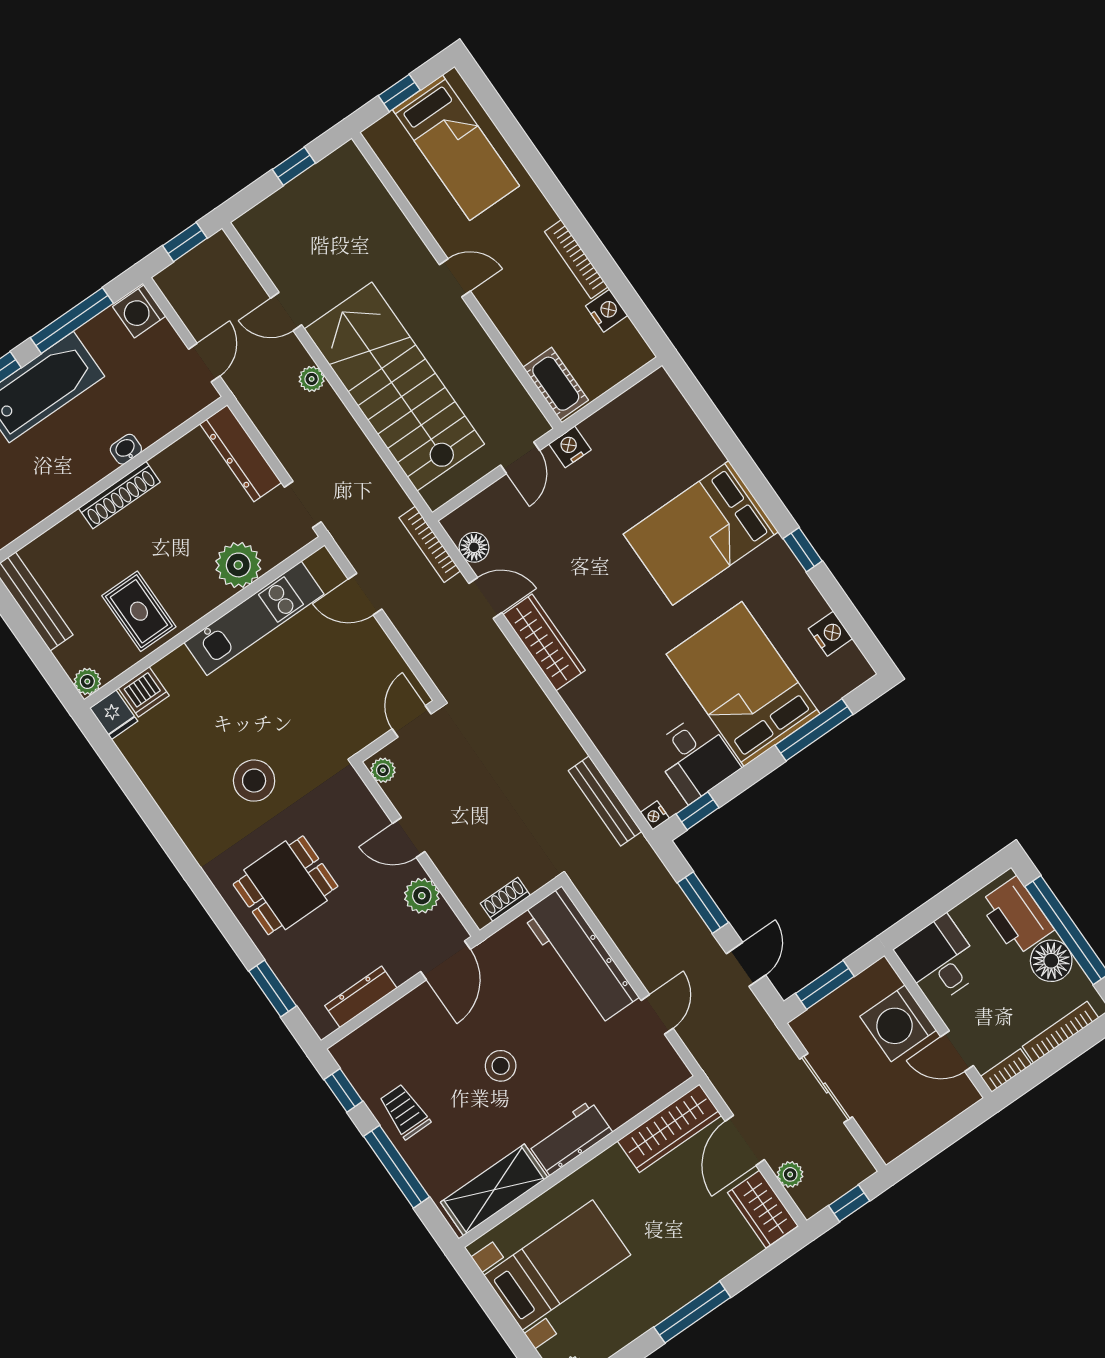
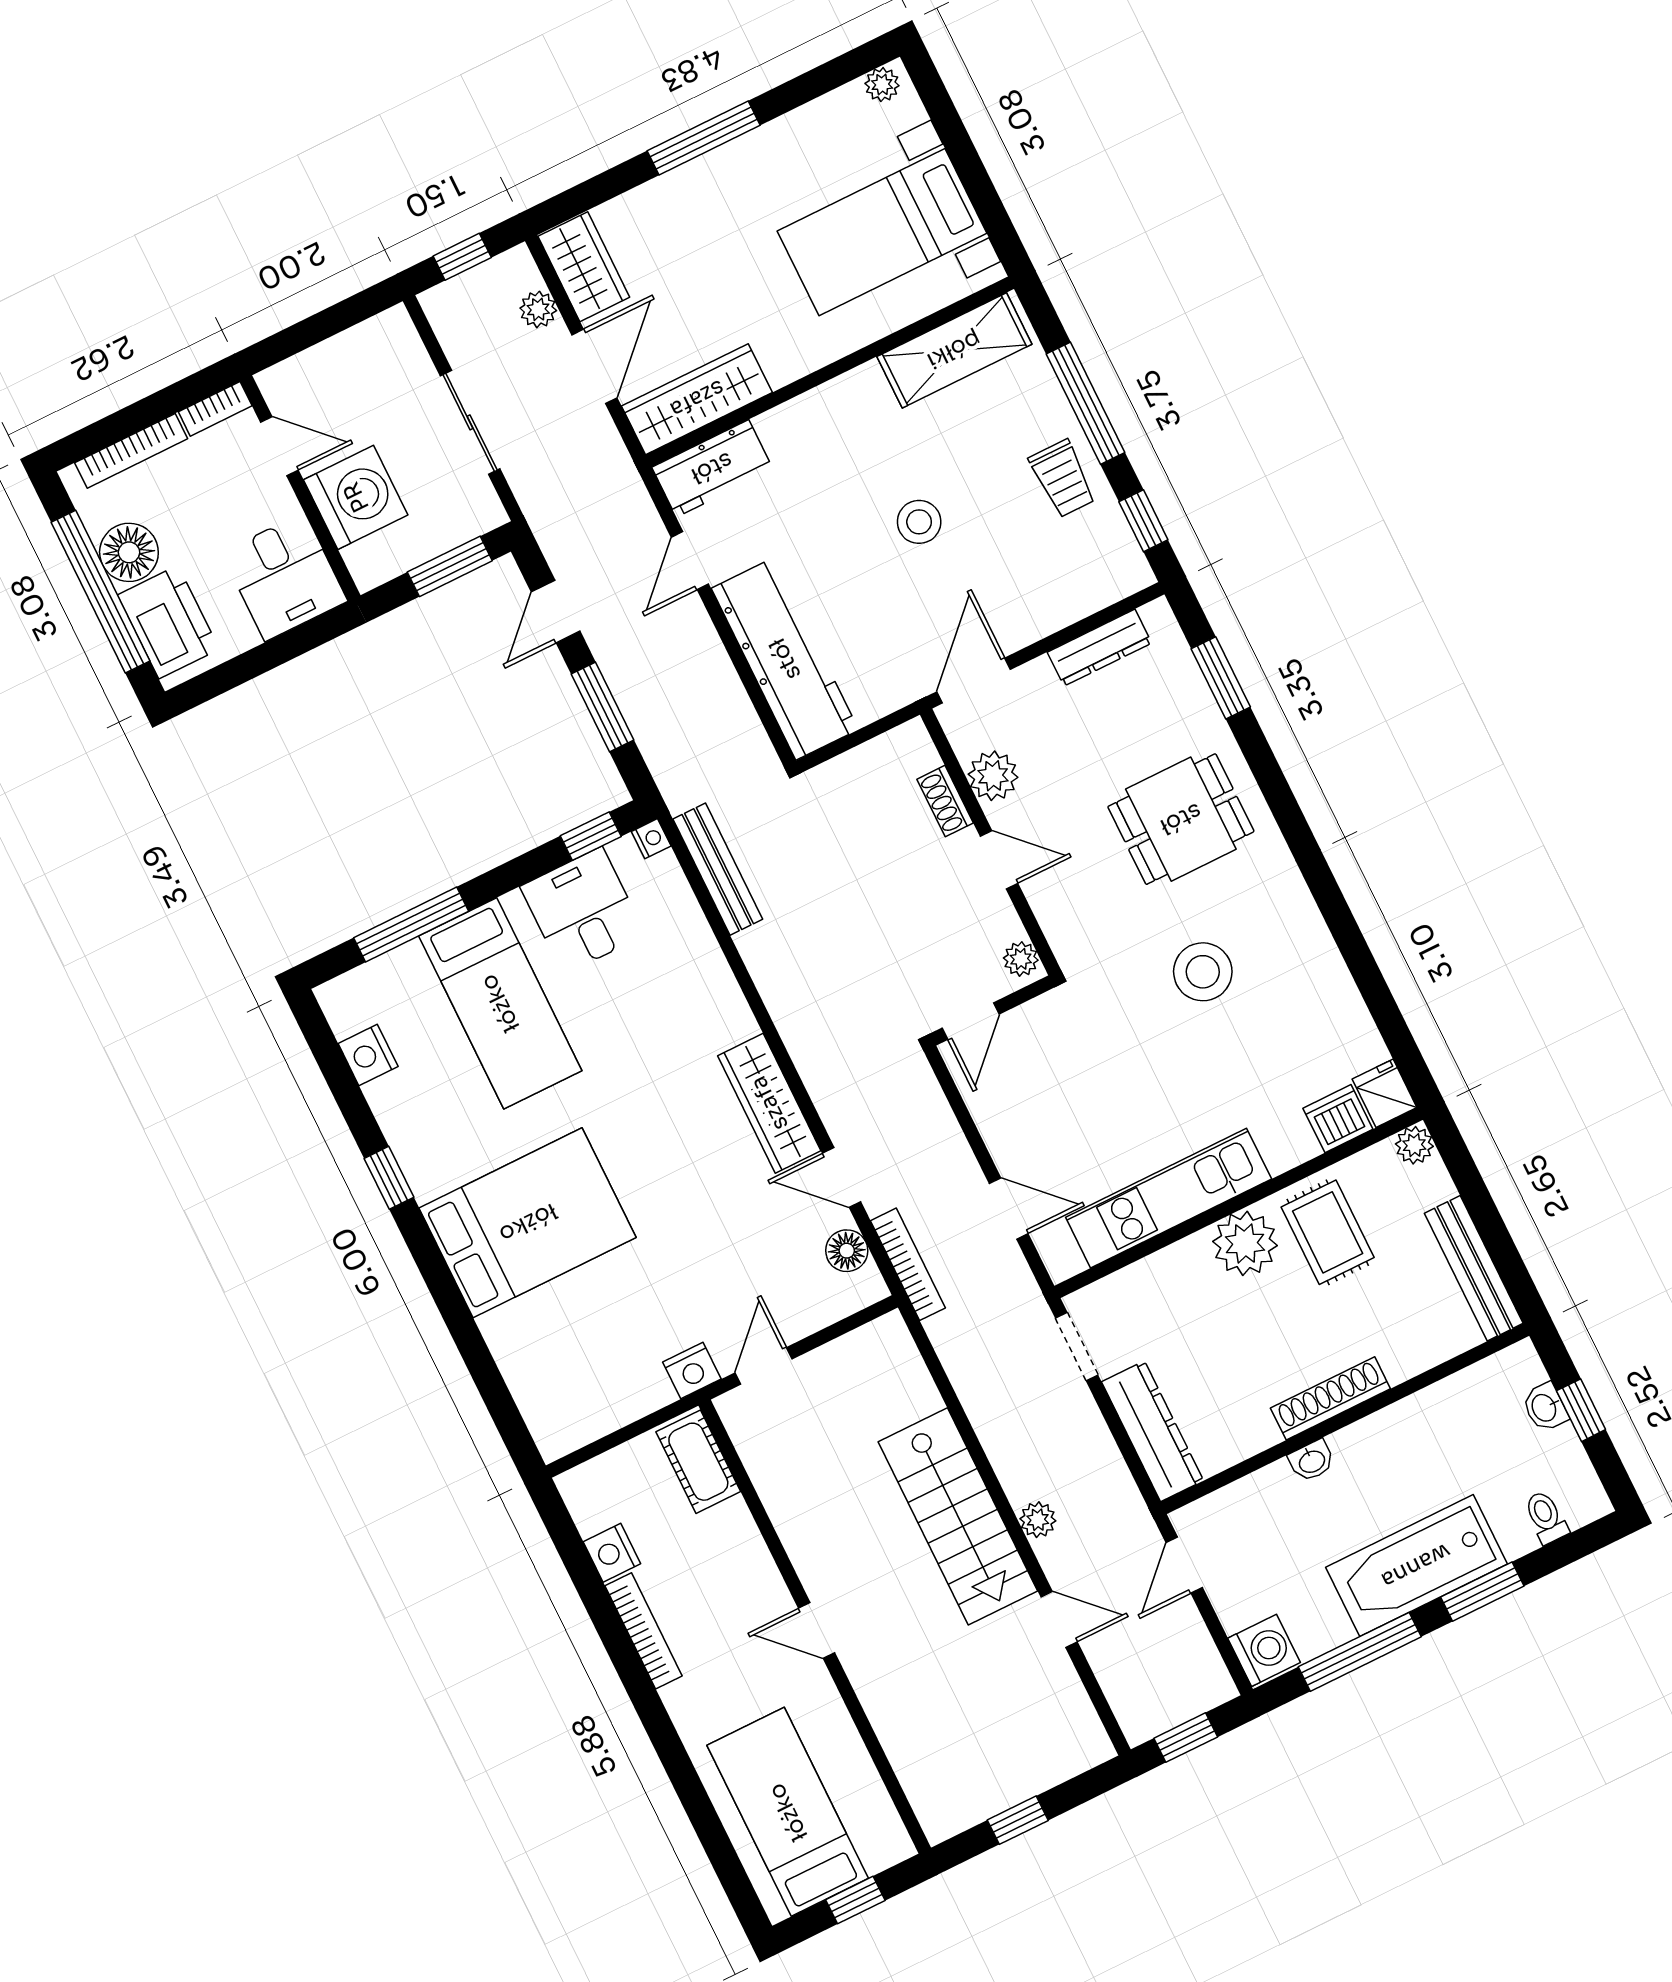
stairs: (394, 387) -> (958, 1516), width x0.73, depth x0.66
plant: (238, 565) -> (1245, 1243), moved
bed: (743, 684) -> (500, 1003), width x0.67
shoe rack: (505, 899) -> (945, 801), moved, turned 90
workbench: (570, 1138) -> (712, 468), moved

